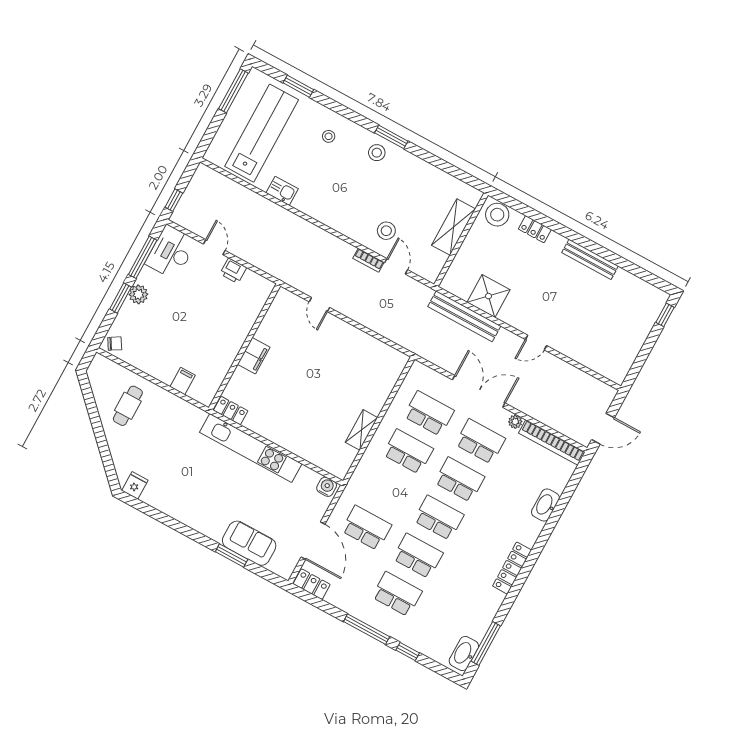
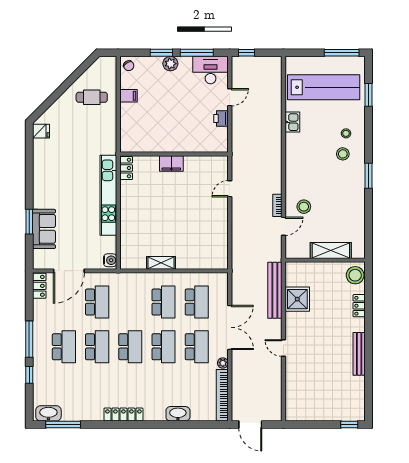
stool: (377, 153) -> (343, 154), moved
filing cabinet: (183, 381) -> (128, 96), moved

